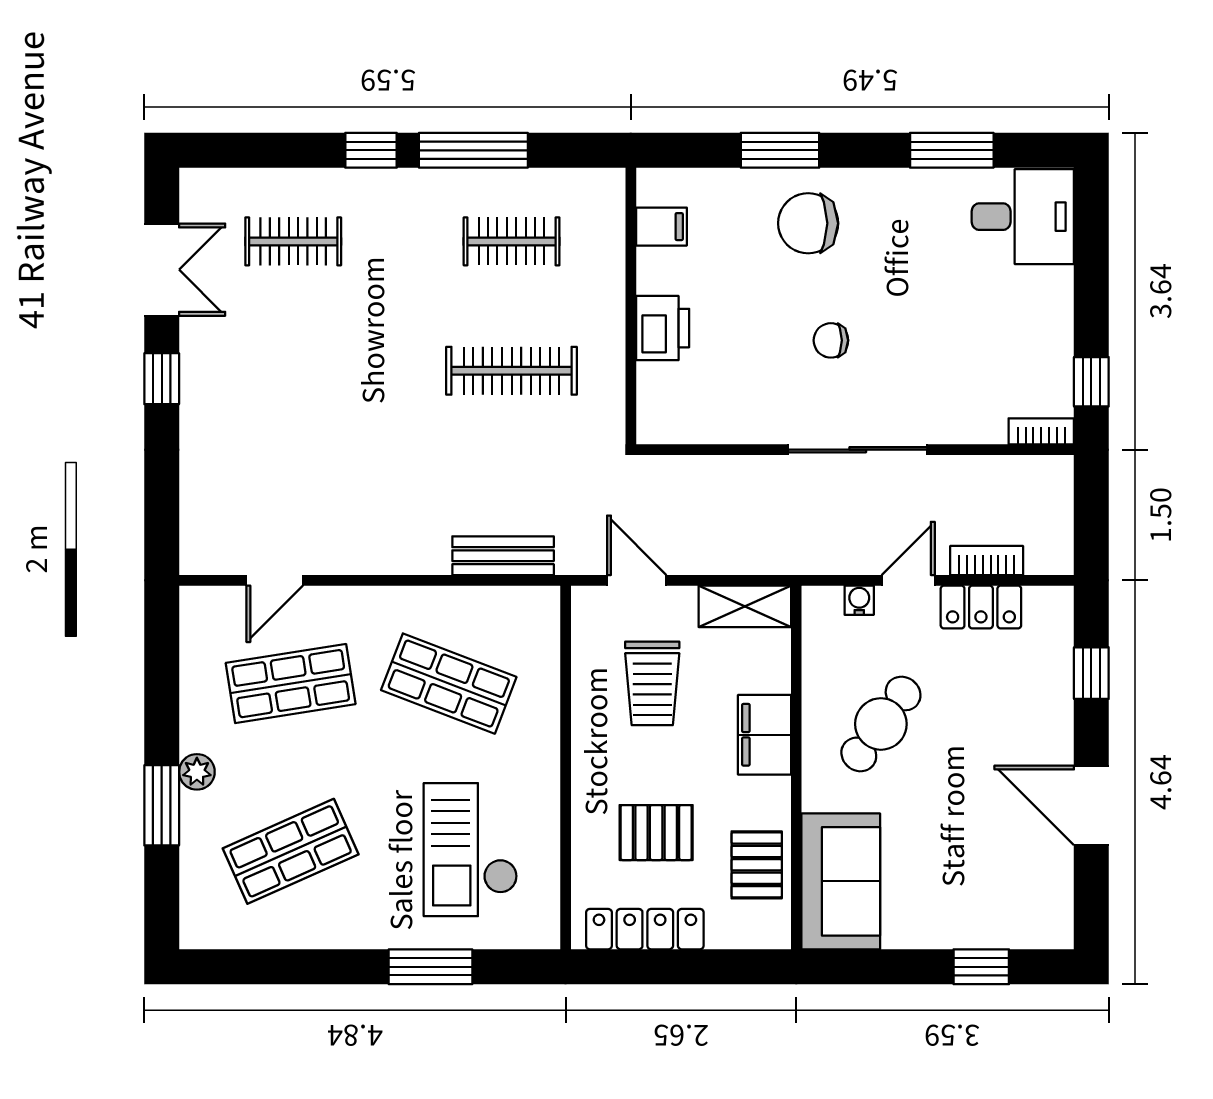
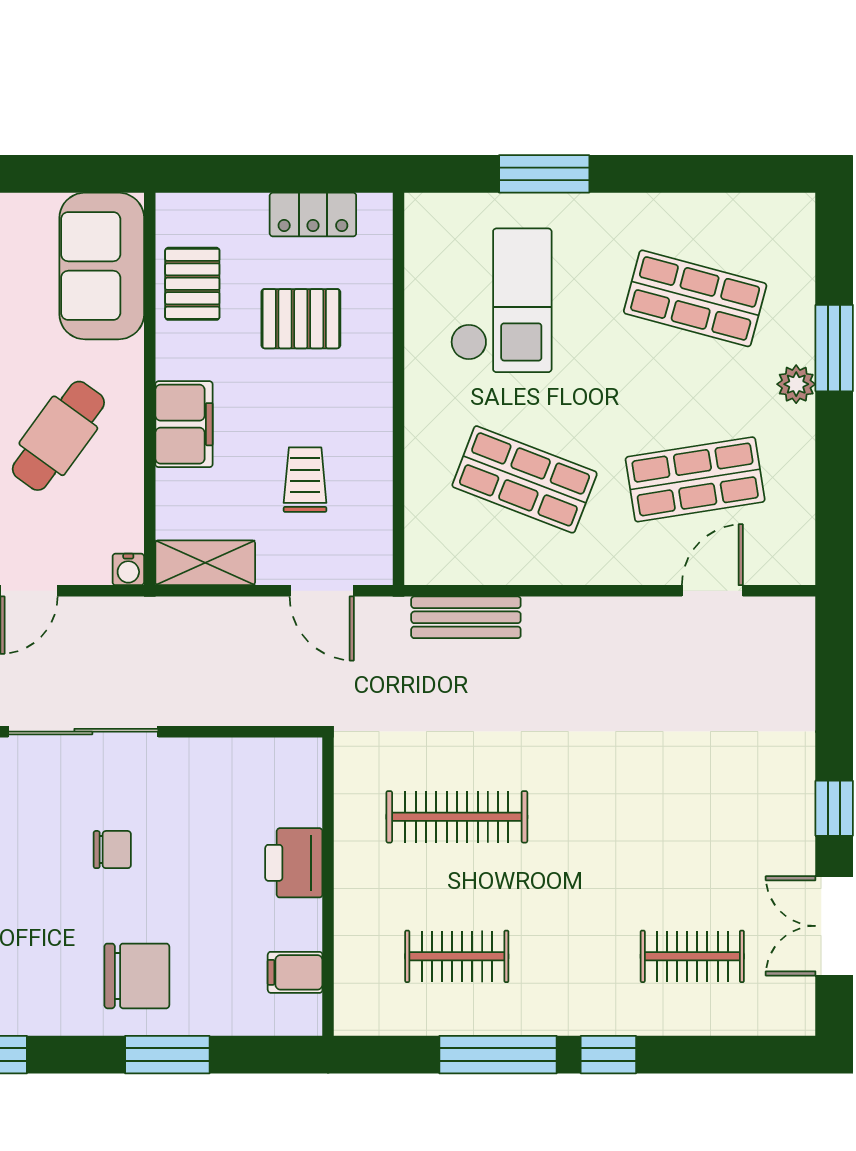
water cooler: (859, 600) -> (128, 569), moved
trolley: (652, 683) -> (305, 480), width x0.73, depth x0.72
shop shelf: (291, 851) -> (695, 298), turned 39
locker: (645, 929) -> (313, 215), width x0.66

